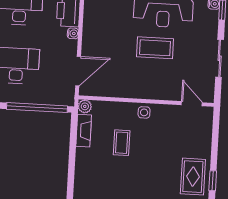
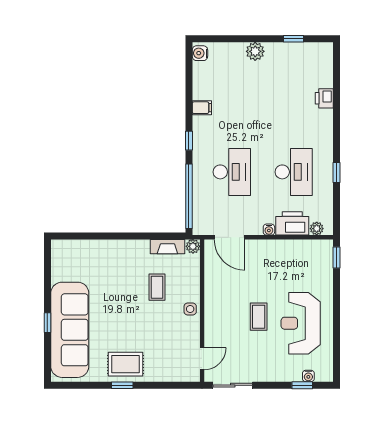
coffee table: (155, 48) -> (259, 317), width x0.73, depth x0.77
sliding door: (220, 58) -> (233, 385), moved
coffee table: (122, 143) -> (157, 287), turned 90

